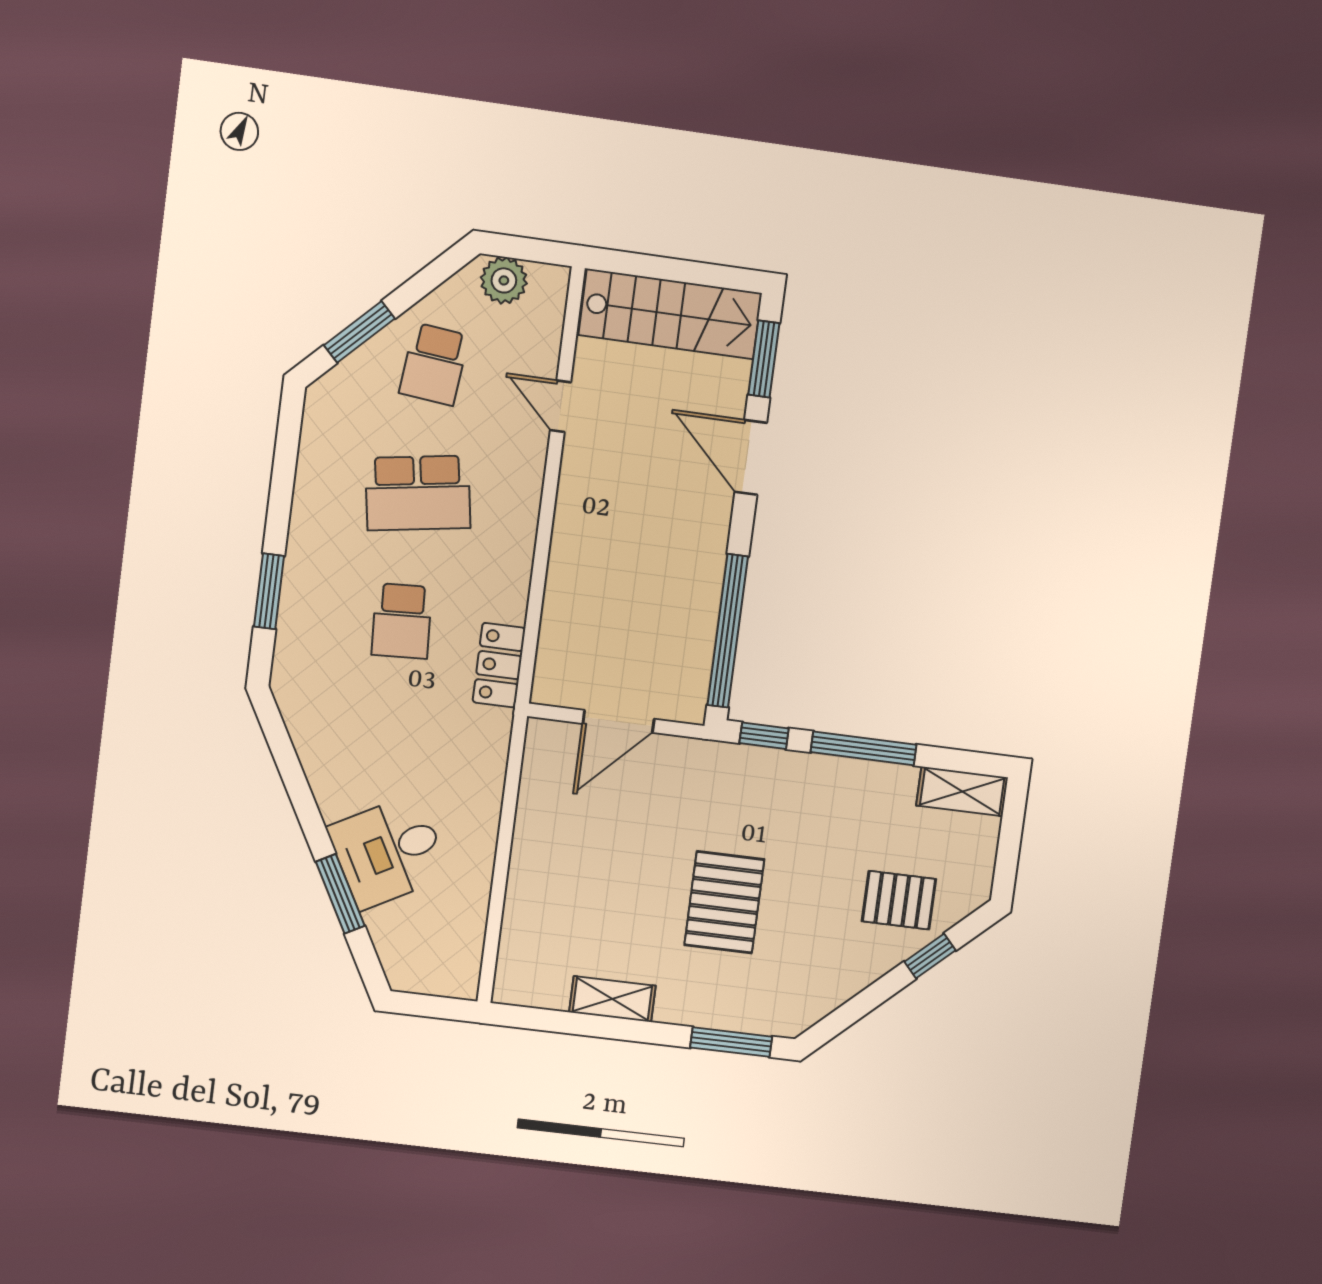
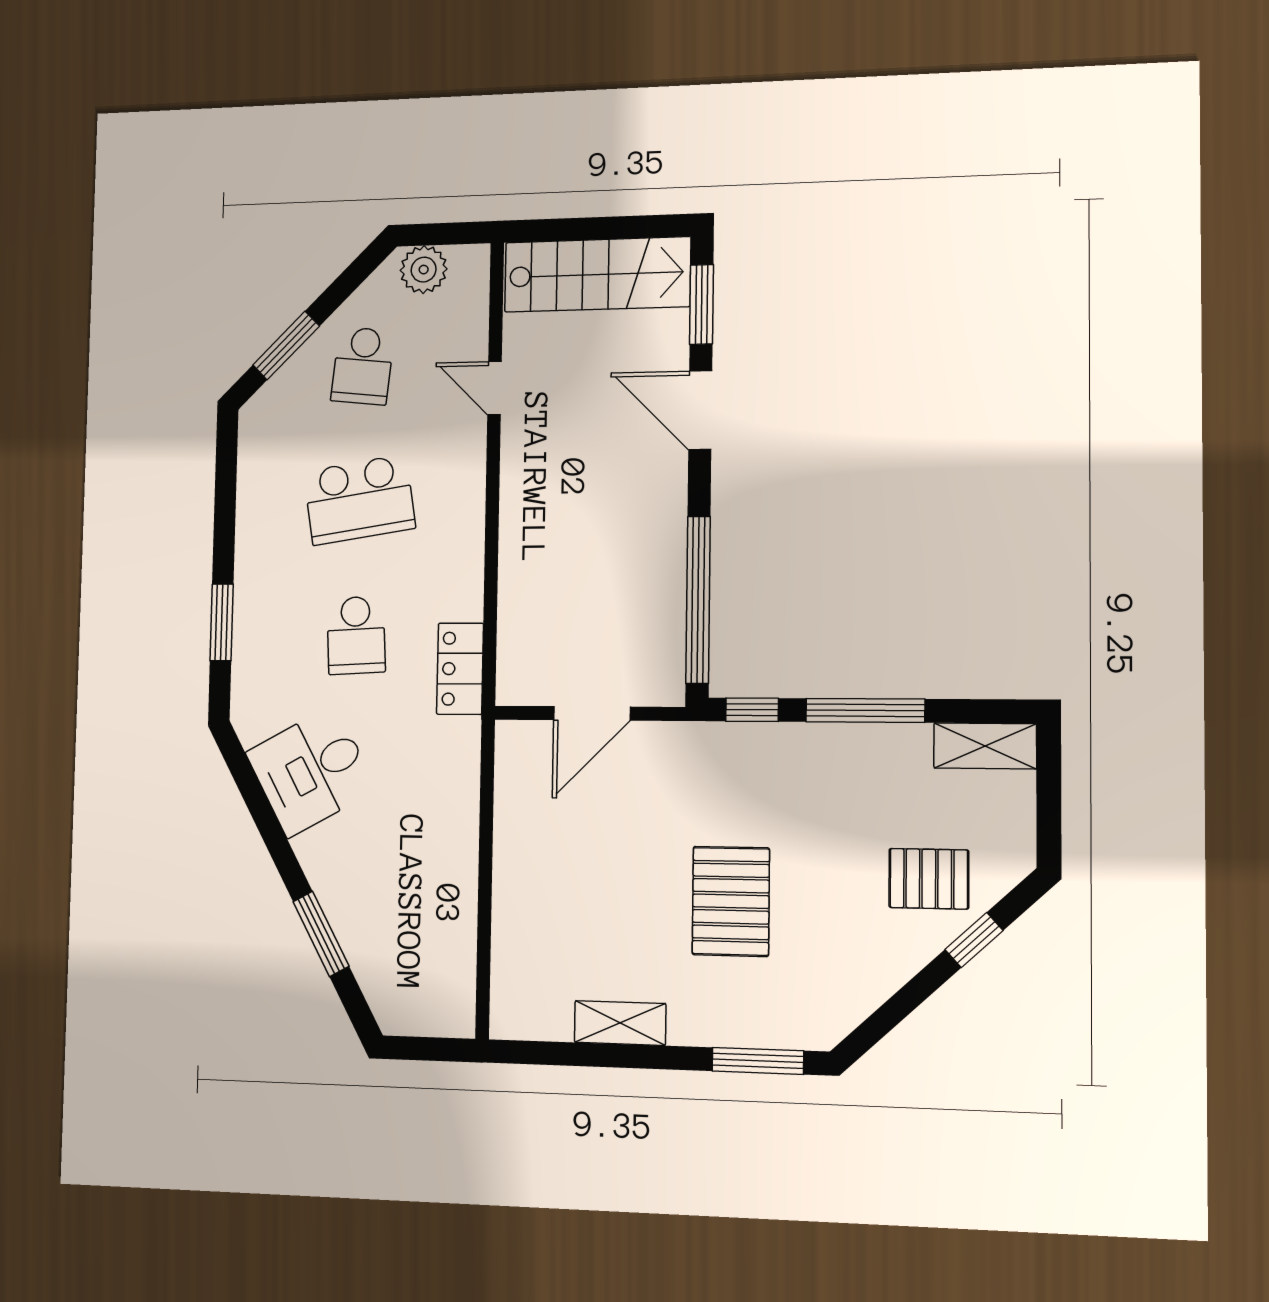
desk: (389, 852) -> (311, 771), moved

